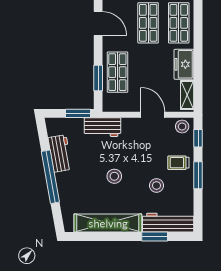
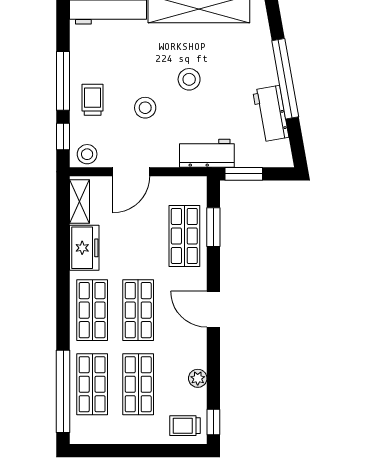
door: (153, 115) -> (131, 172), hinge flipped
trolley: (178, 163) -> (93, 100), turned -90
window: (198, 175) -> (63, 81), width x1.44
stool: (157, 185) -> (145, 108), moved

